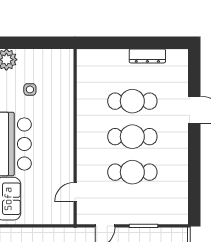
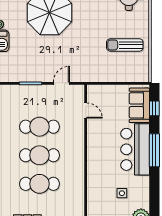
door: (75, 192) -> (86, 111), hinge flipped

